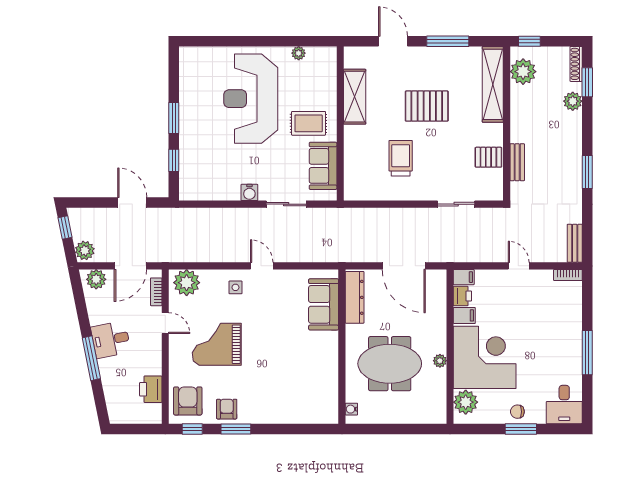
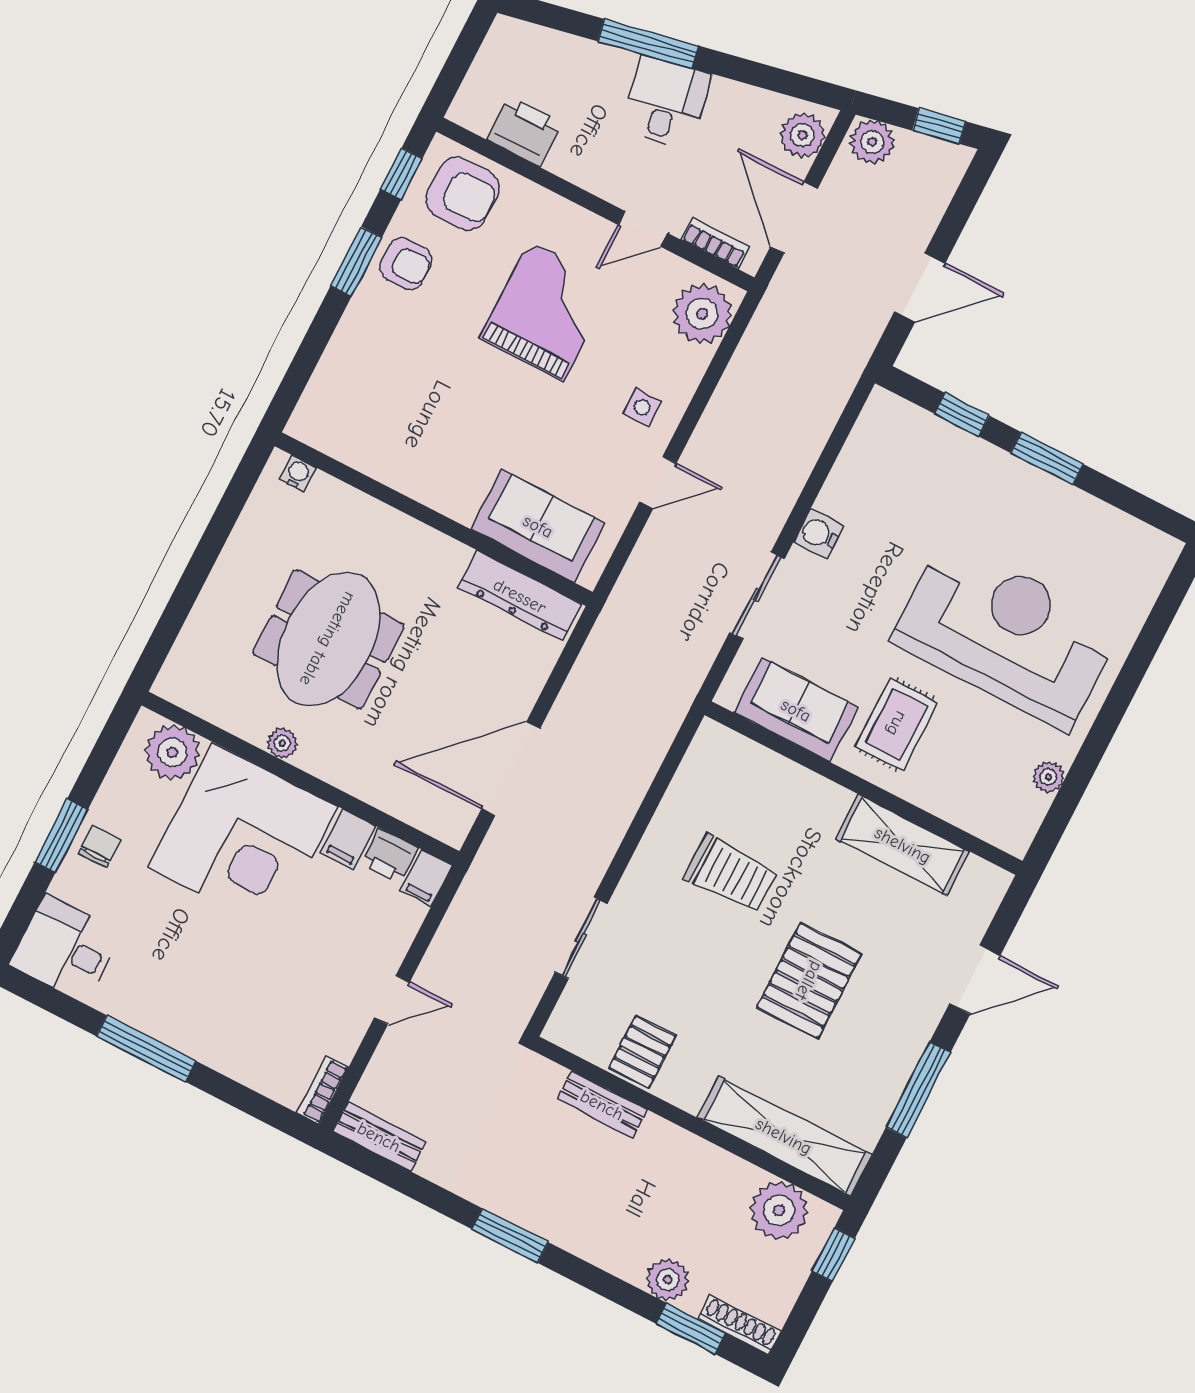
dresser: (355, 297) -> (520, 596), moved
sofa: (324, 304) -> (538, 526), moved
wall: (342, 347) -> (434, 519), moved
water cooler: (351, 409) -> (298, 473), moved

